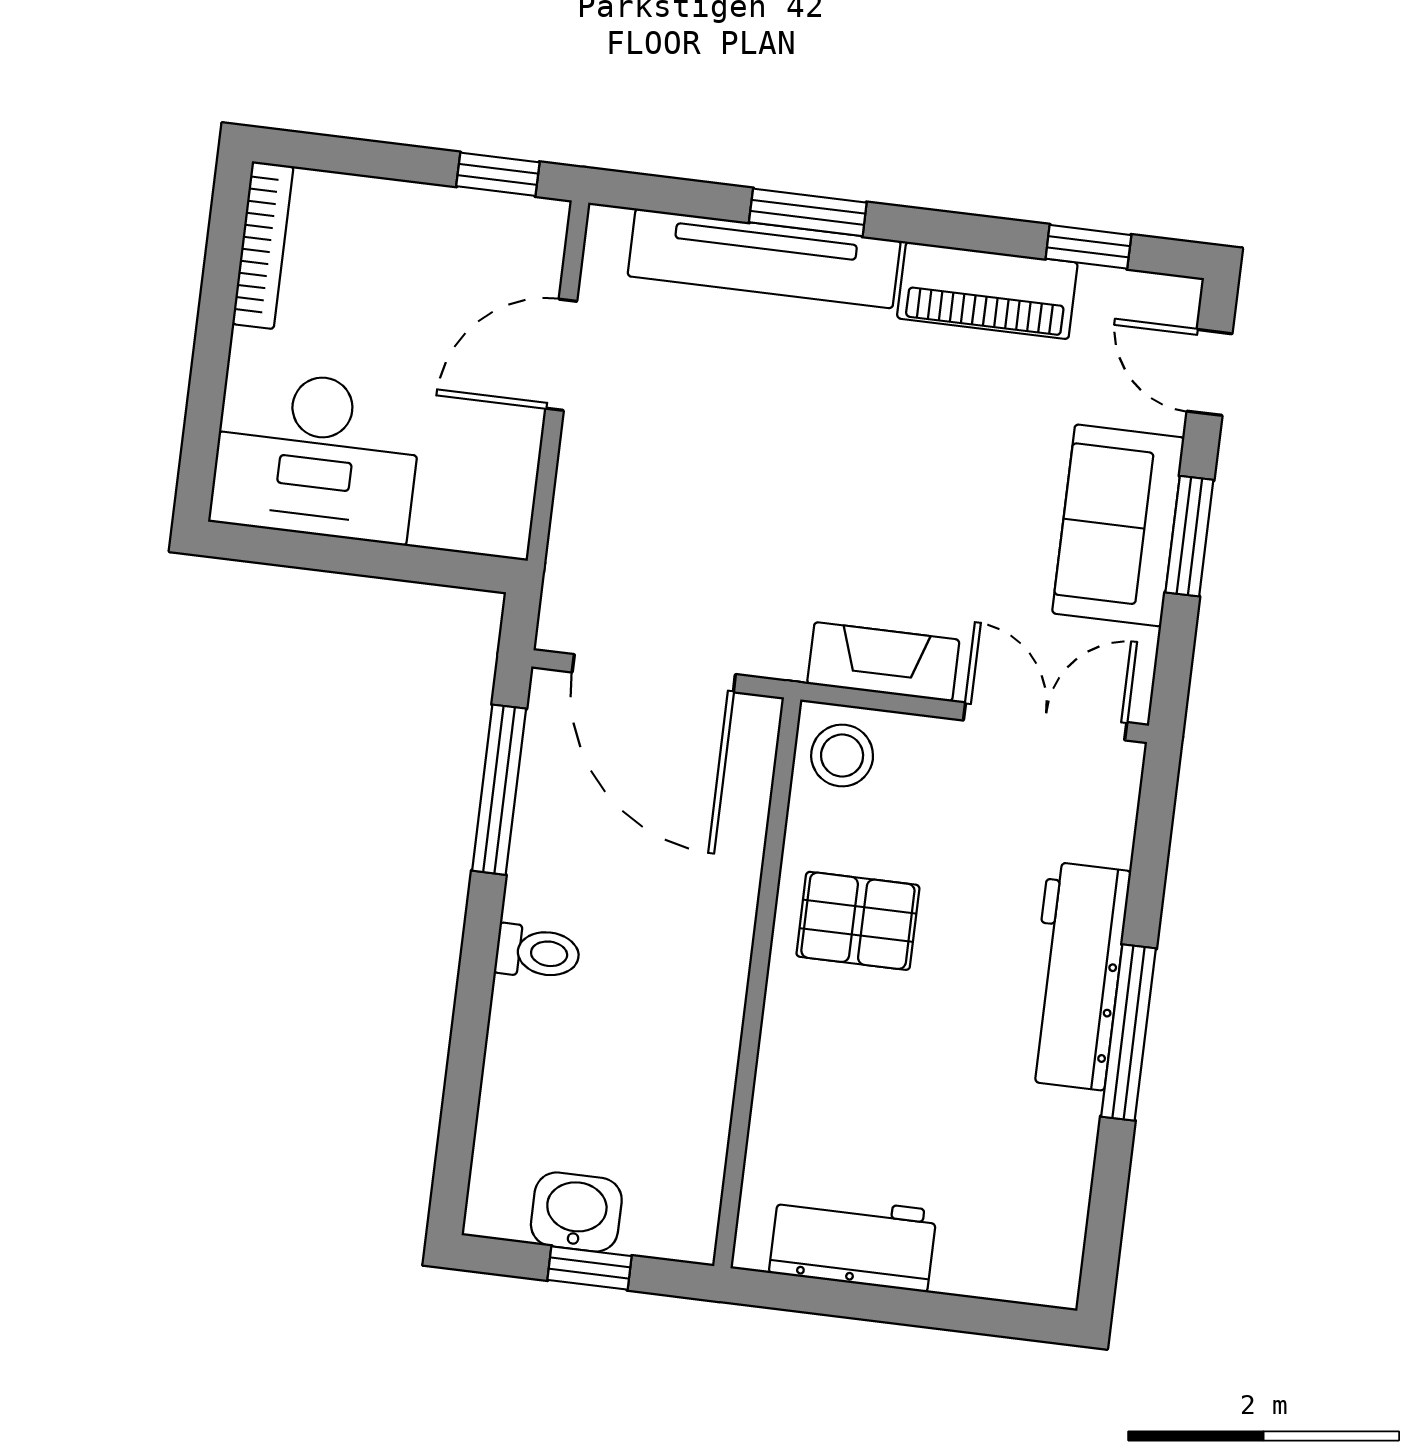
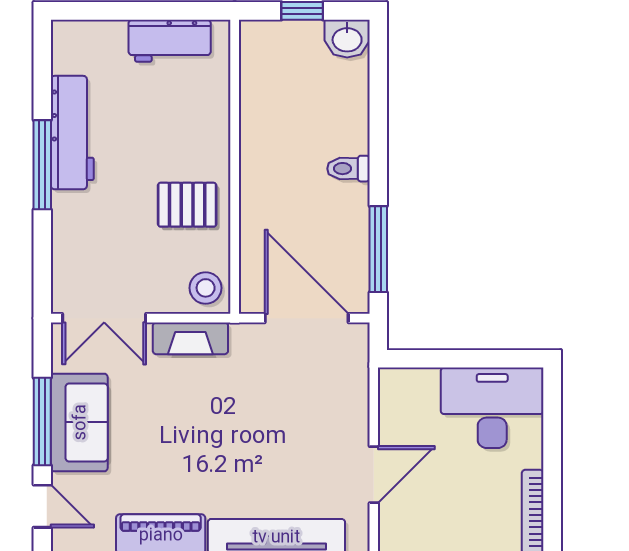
window: (1189, 536) -> (42, 422), width x1.44
workbench: (1077, 976) -> (72, 133), moved
washbasin: (576, 1212) -> (347, 39), moved

